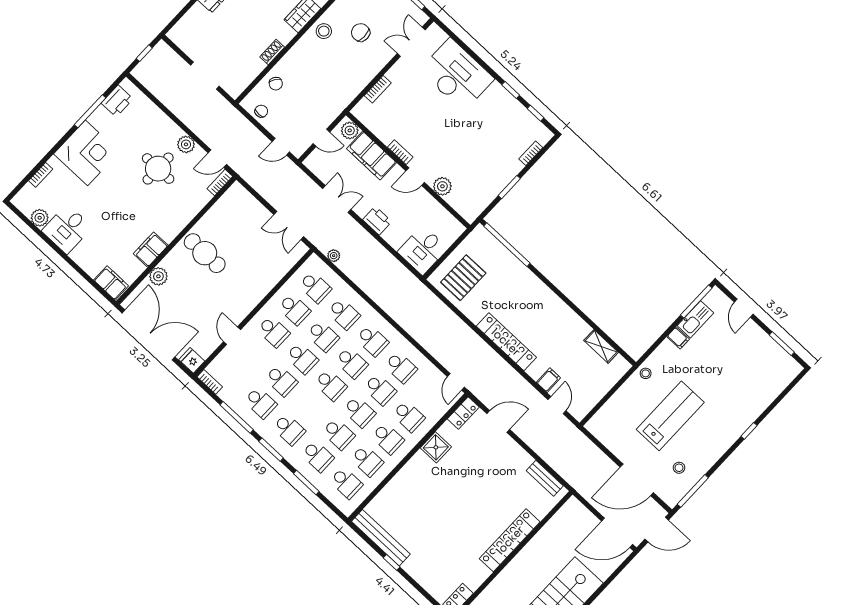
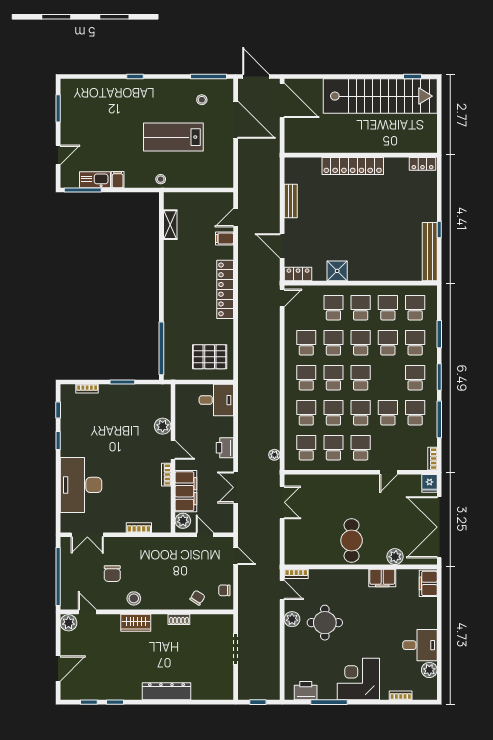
bench: (545, 478) -> (291, 201), moved

